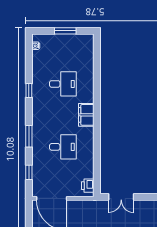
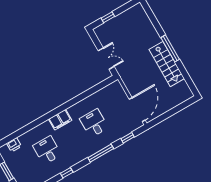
window: (29, 136) -> (101, 153), width x1.44
printer: (88, 186) -> (14, 145), moved

